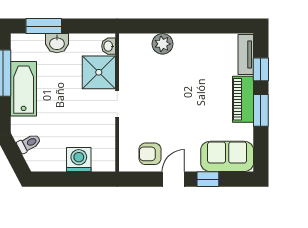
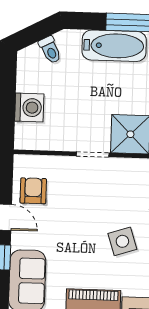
side table: (191, 76) -> (122, 241), added

